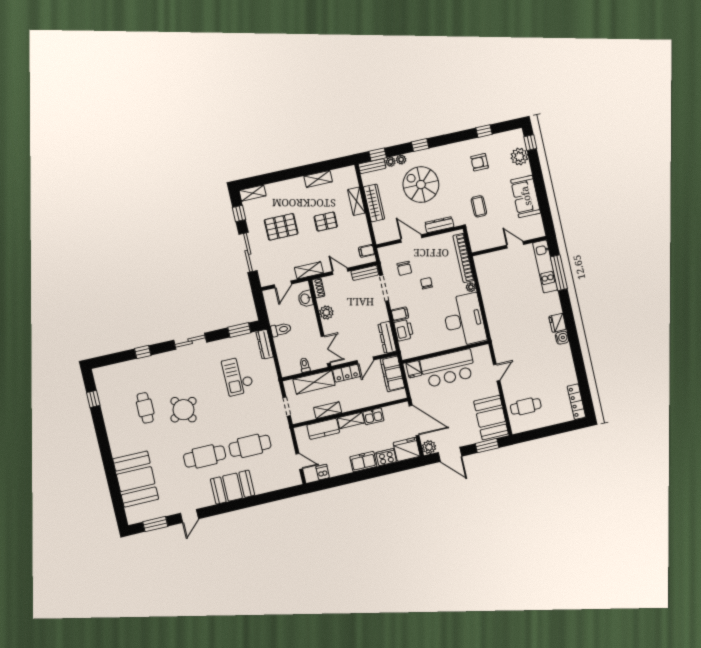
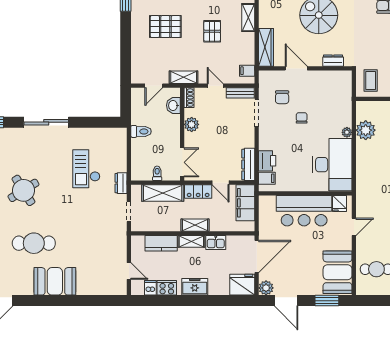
wardrobe: (374, 203) -> (266, 47), moved
coffee table: (479, 206) -> (371, 80), moved
pallet: (326, 222) -> (212, 31), turned 90
dresser: (439, 225) -> (333, 61), width x0.70
sliding door: (248, 252) -> (126, 45), removed
bookcase: (464, 258) -> (346, 100), removed
plant: (488, 281) -> (366, 130), added
filing cabinet: (400, 314) -> (267, 178), moved
window: (239, 330) -> (99, 122), removed
sliding door: (190, 341) -> (46, 122), width x1.37
dresser: (265, 344) -> (121, 183), moved, width x0.70
door: (365, 360) -> (220, 183), hinge flipped
fridge: (414, 369) -> (340, 204), moved
shelving: (328, 410) -> (195, 225), moved
door: (414, 420) -> (257, 257), hinge flipped
cafe table: (250, 446) -> (82, 243), removed
cooker: (386, 457) -> (167, 288), moved

